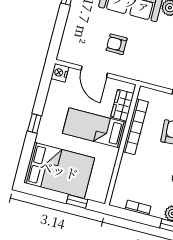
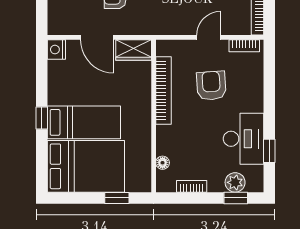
wardrobe: (122, 105) -> (134, 50), moved, turned -90
bed: (94, 128) -> (84, 122), moved, turned 180
floor lamp: (120, 183) -> (163, 163), added

